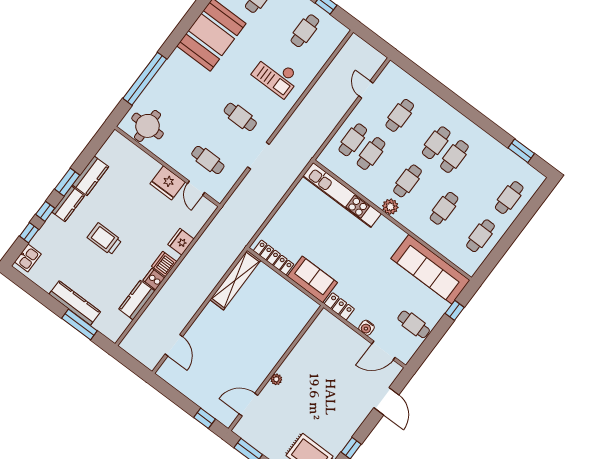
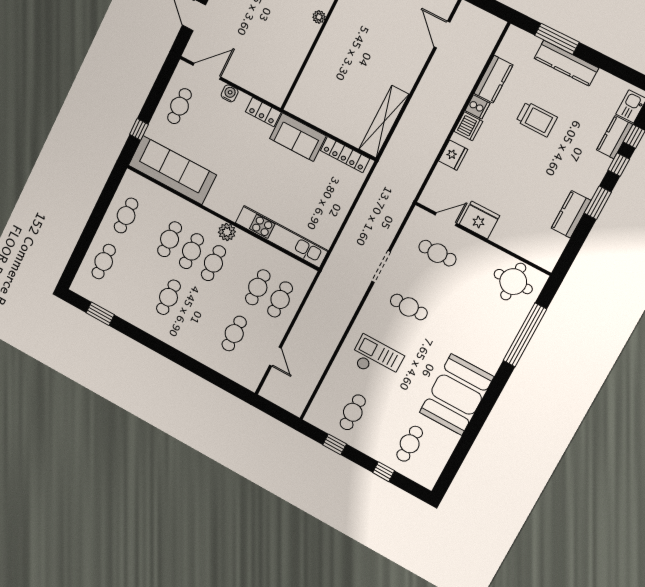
cafe table: (436, 143) -> (191, 251), moved
door: (196, 188) -> (446, 219), hinge flipped
kitchen counter: (68, 204) -> (615, 137), moved
trolley: (104, 239) -> (537, 119), moved
cafe table: (414, 324) -> (180, 106), turned 90

